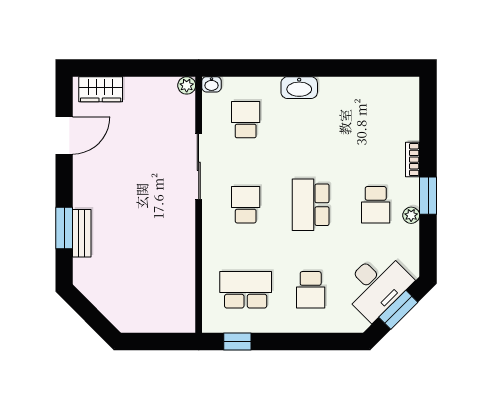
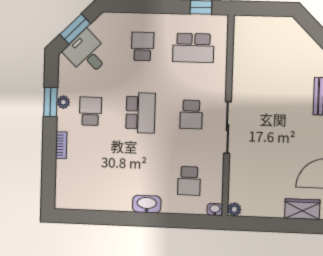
sliding door: (199, 166) -> (228, 128), moved
window: (428, 196) -> (50, 102), moved
desk: (376, 285) -> (87, 53), width x0.73

